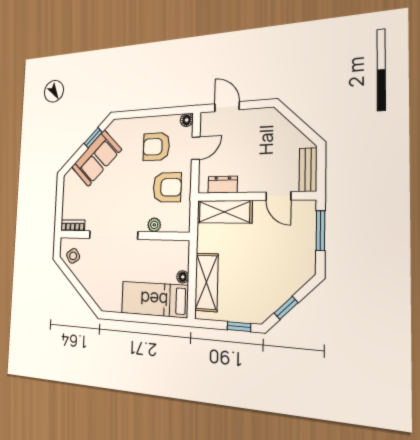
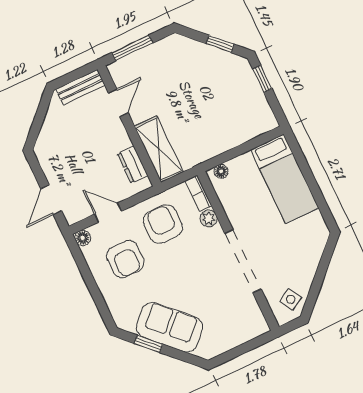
bookcase: (73, 225) -> (198, 193), moved
floor lamp: (183, 277) -> (221, 171), moved
shelving: (206, 282) -> (237, 132), removed

